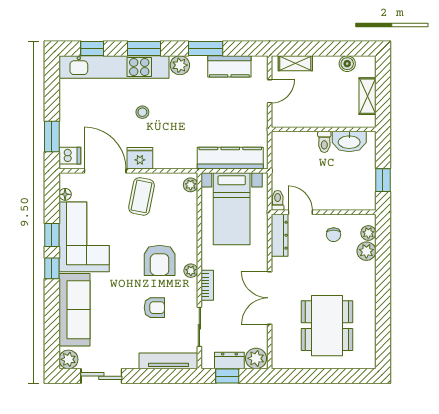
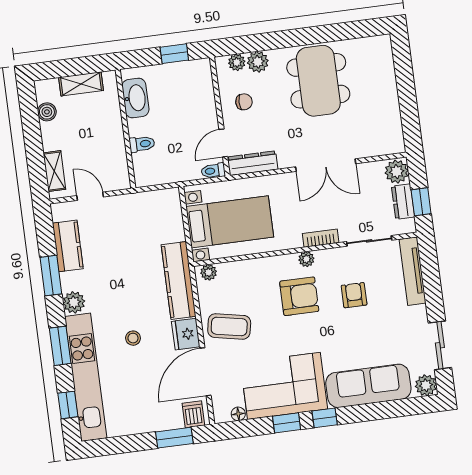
toilet: (324, 142) -> (142, 144), moved
kitchen counter: (230, 158) -> (179, 281), moved
dining table: (327, 326) -> (318, 81), moved, turned 90

